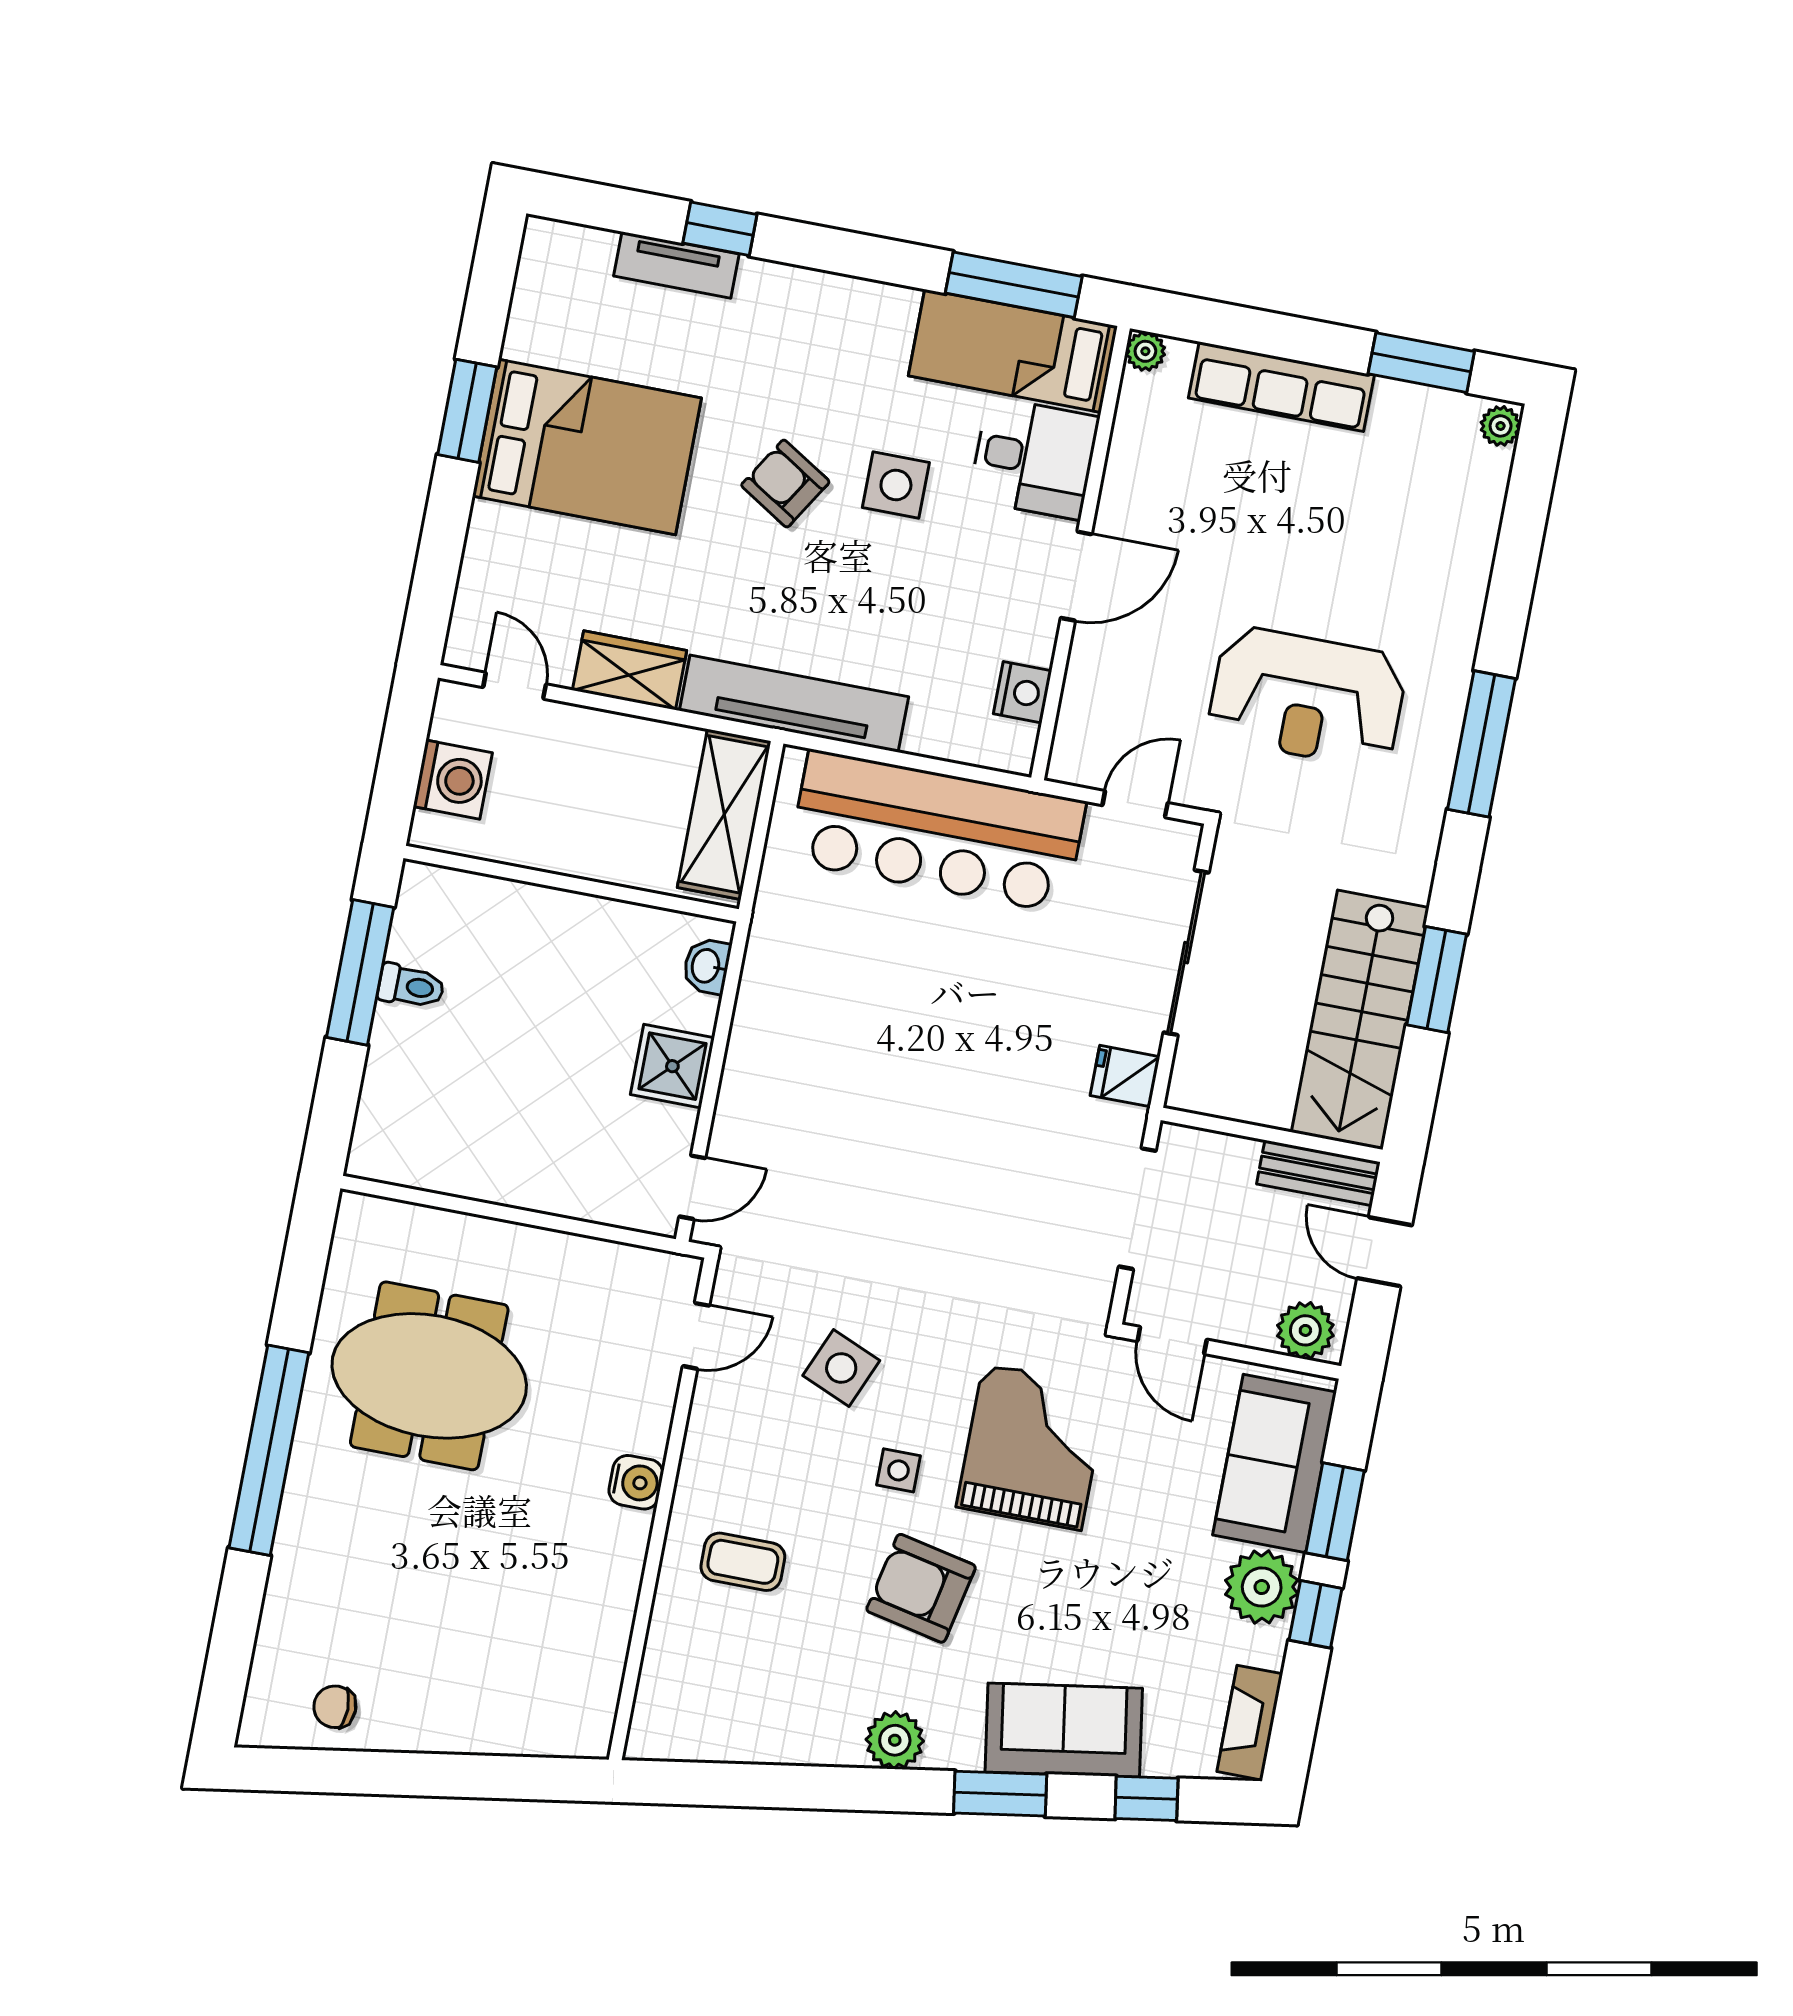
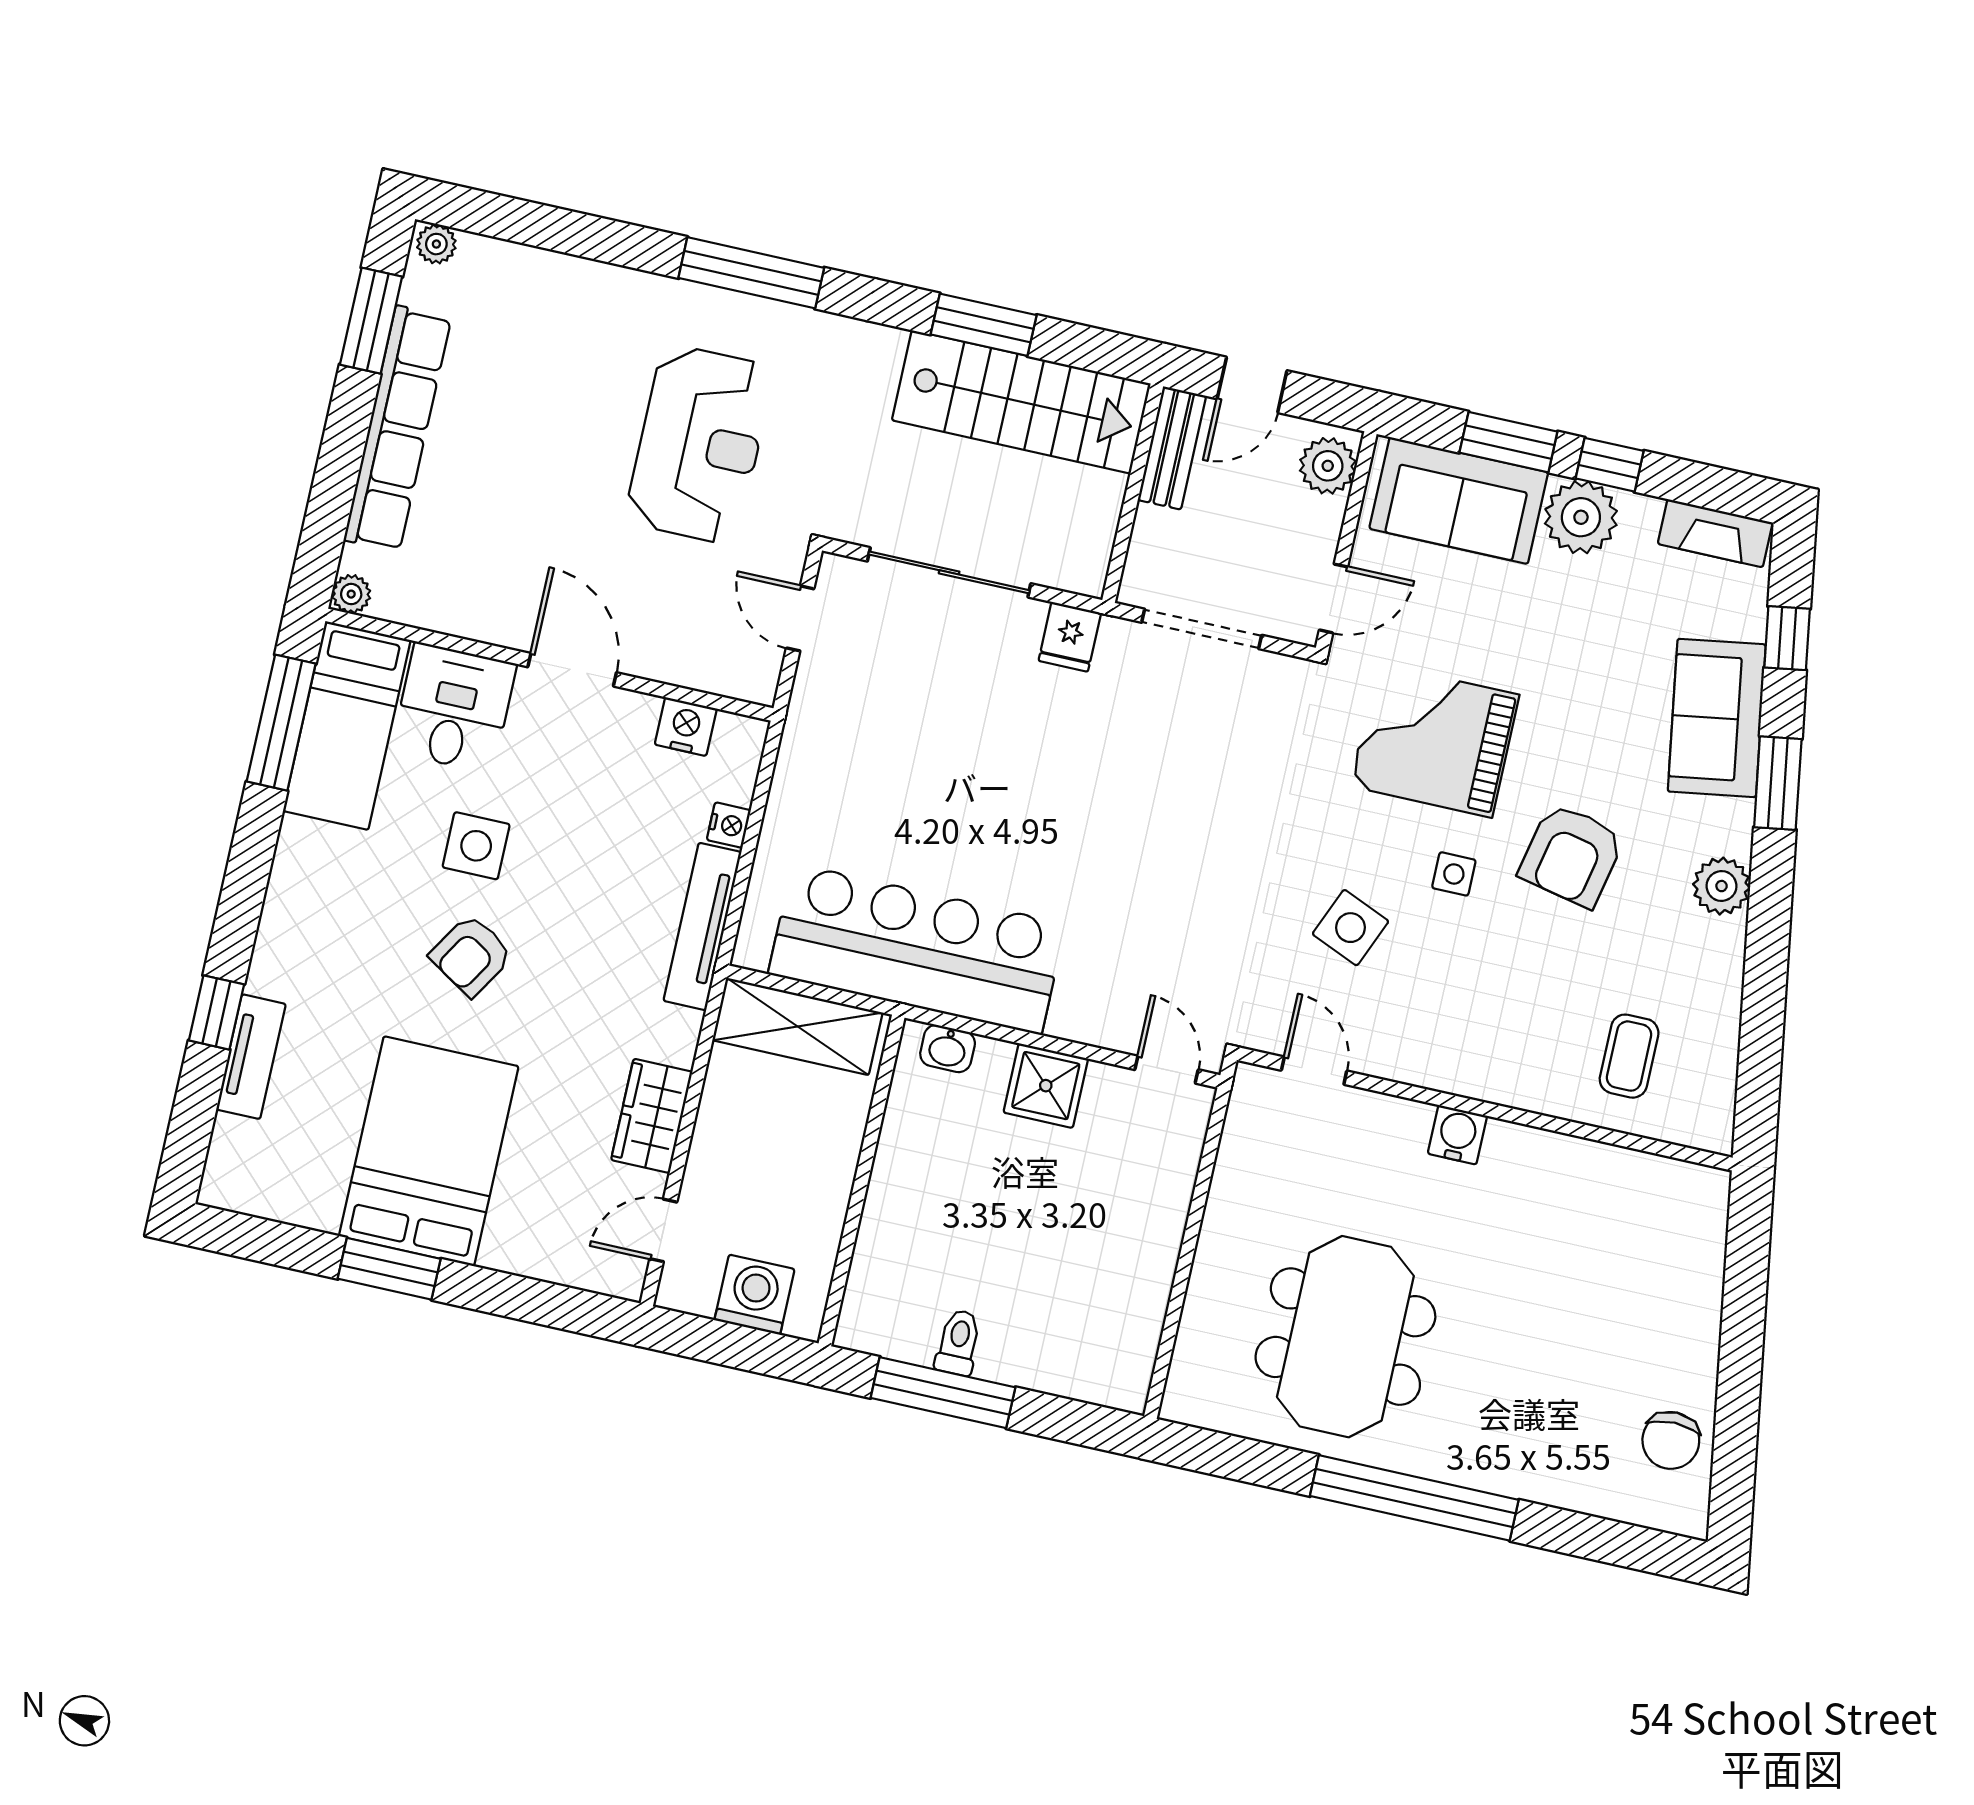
row of seats: (1281, 387) -> (398, 429), width x1.36
tv unit: (794, 704) -> (702, 926), width x0.73, depth x0.78
nightstand: (925, 739) -> (729, 825), added
bar counter: (937, 831) -> (917, 949), moved, turned -90
coffee table: (743, 1562) -> (1629, 1056), moved
chair: (335, 1707) -> (1671, 1440), width x1.37, depth x1.37

